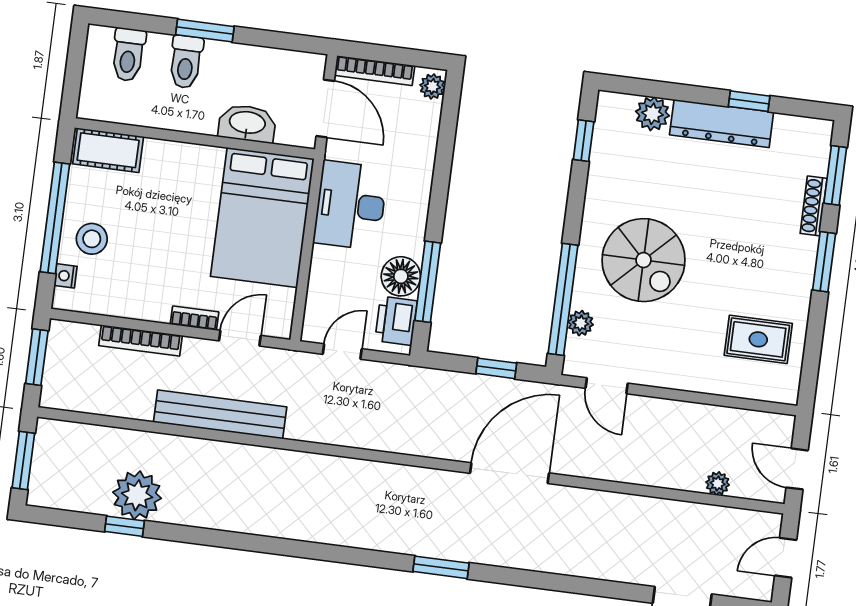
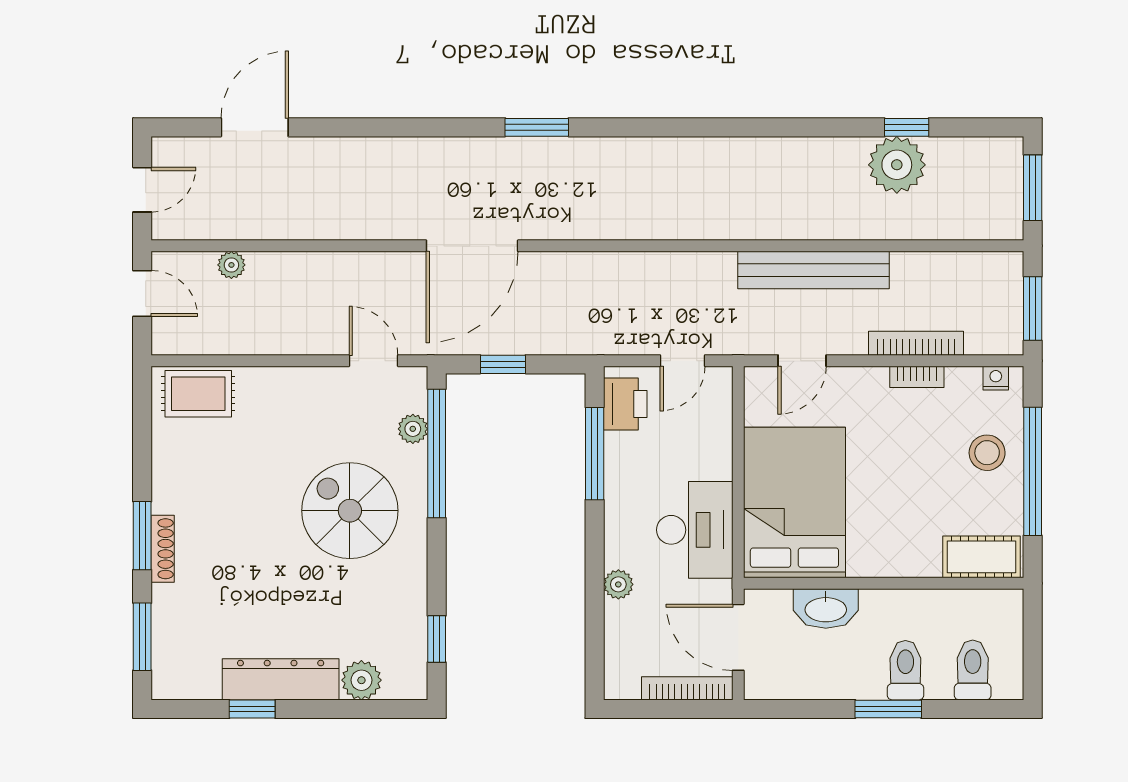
plant: (432, 86) -> (618, 584), moved
shoe rack: (814, 206) -> (163, 549), moved
nightstand: (66, 276) -> (996, 378), moved, turned -90
floor lamp: (401, 276) -> (626, 456), removed
bookcase: (195, 318) -> (917, 377), moved
rug: (758, 339) -> (198, 394), moved

